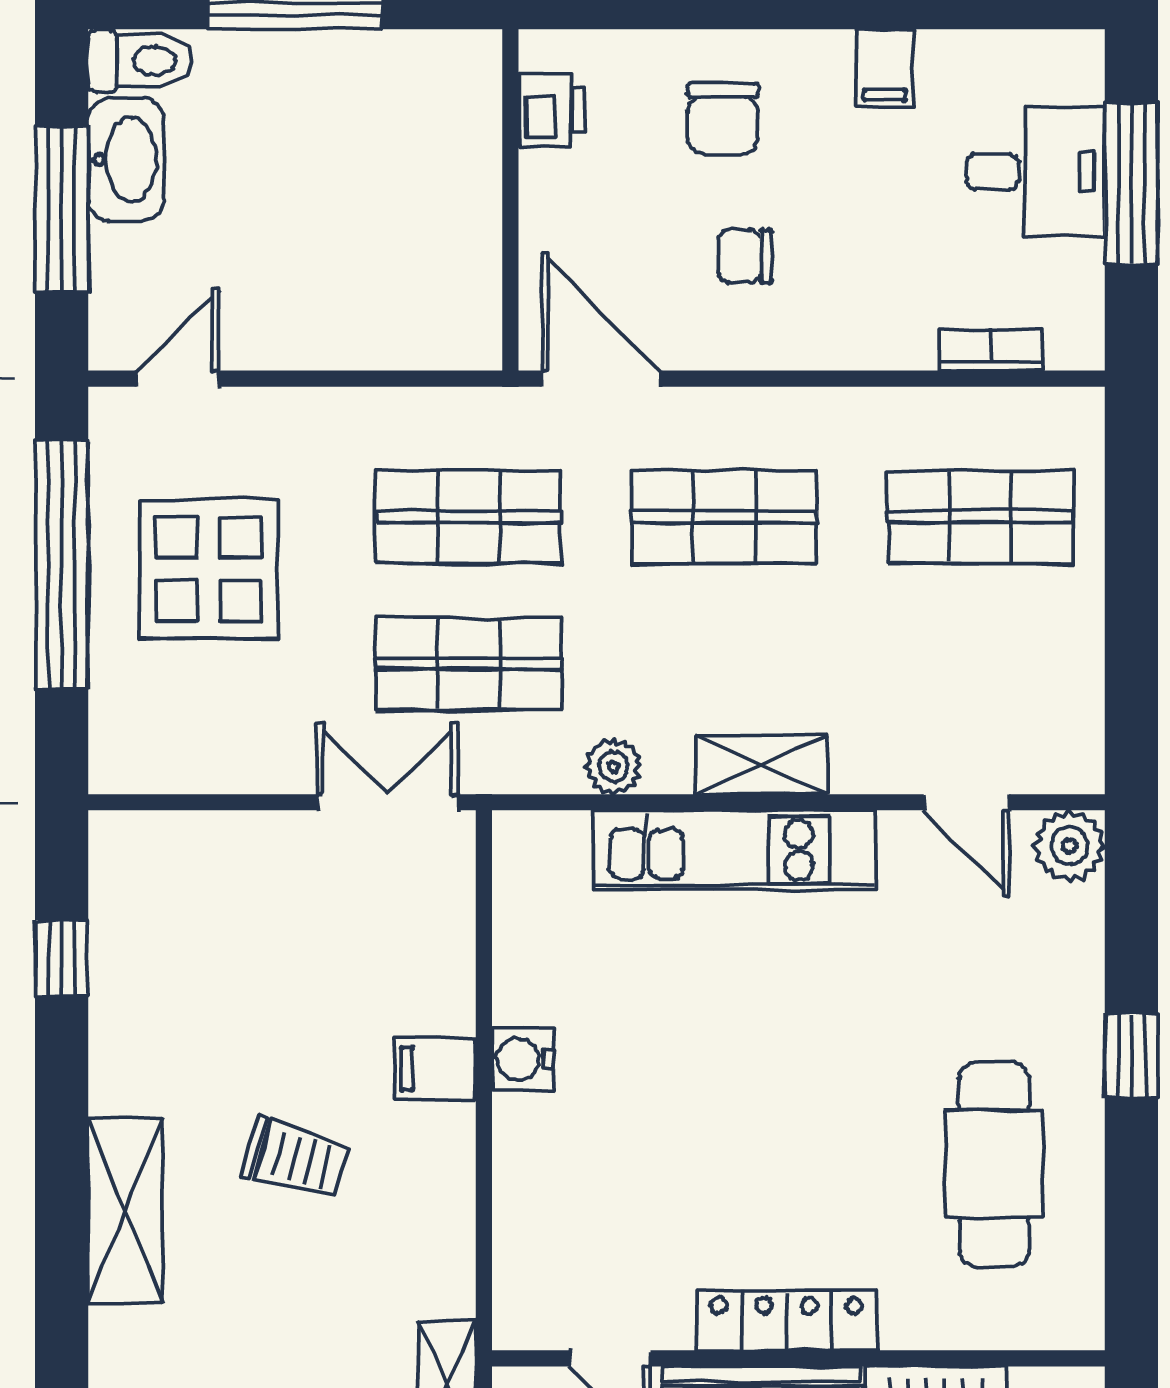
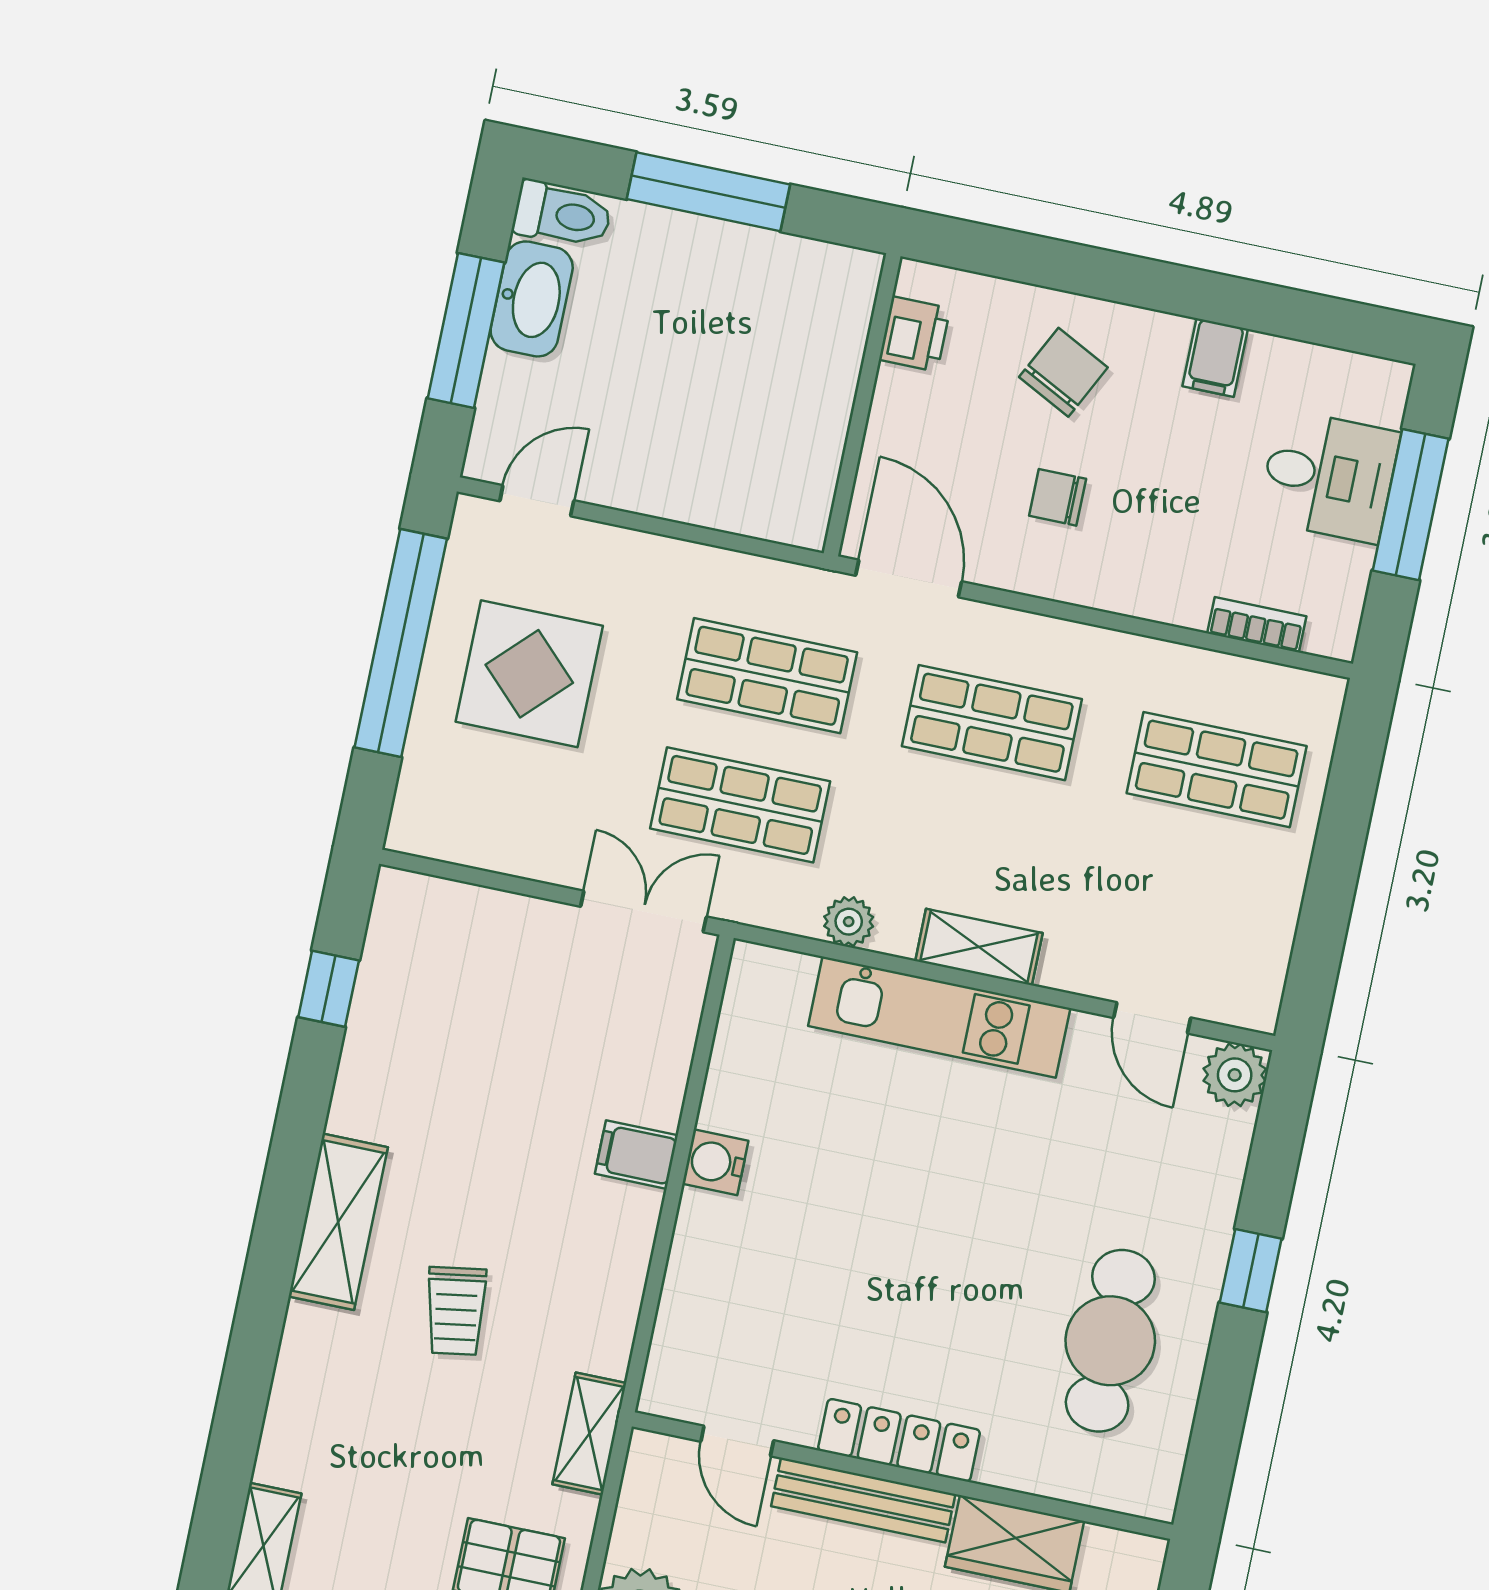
chair: (723, 119) -> (1063, 372), turned -153
trolley: (296, 1159) -> (456, 1311), moved, turned 65

